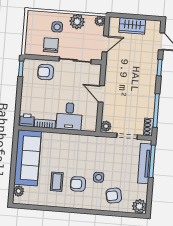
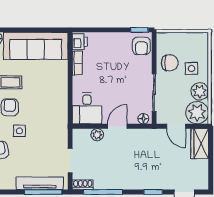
plant: (100, 21) -> (197, 113), width x1.87, depth x1.87
wardrobe: (132, 26) -> (200, 144), moved
floor lamp: (97, 71) -> (143, 119), added
armchair: (46, 72) -> (141, 46), moved, turned 180
desk: (69, 116) -> (87, 108), moved, turned -90
plant: (106, 126) -> (97, 135), moved

